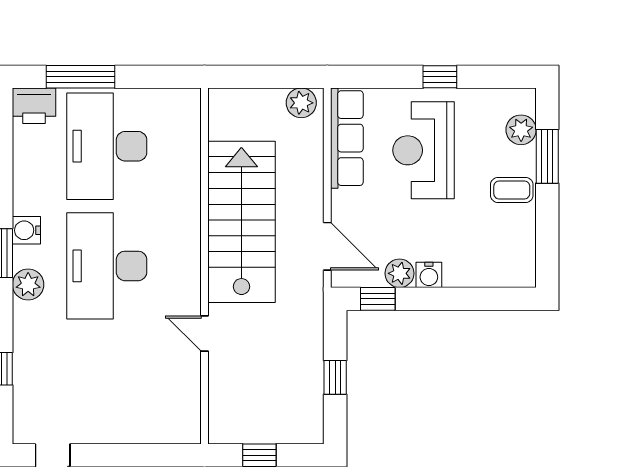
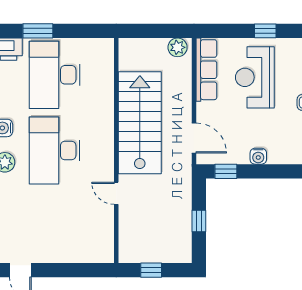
window: (81, 77) -> (38, 31), width x0.69
plant: (400, 273) -> (240, 155), removed

